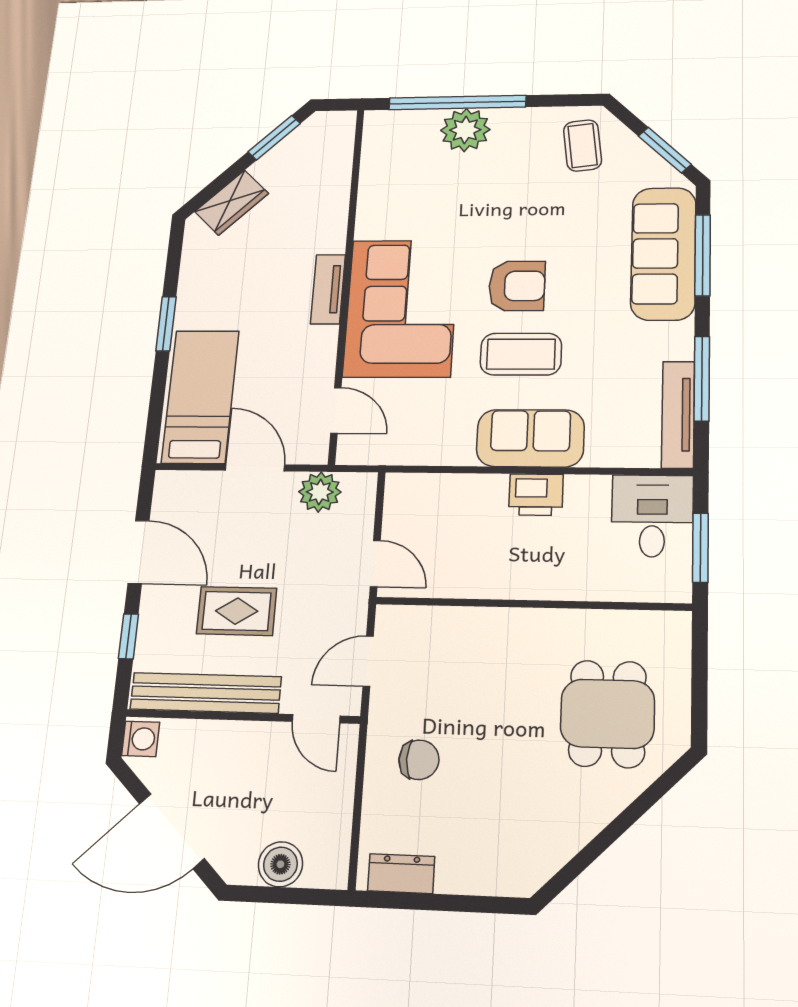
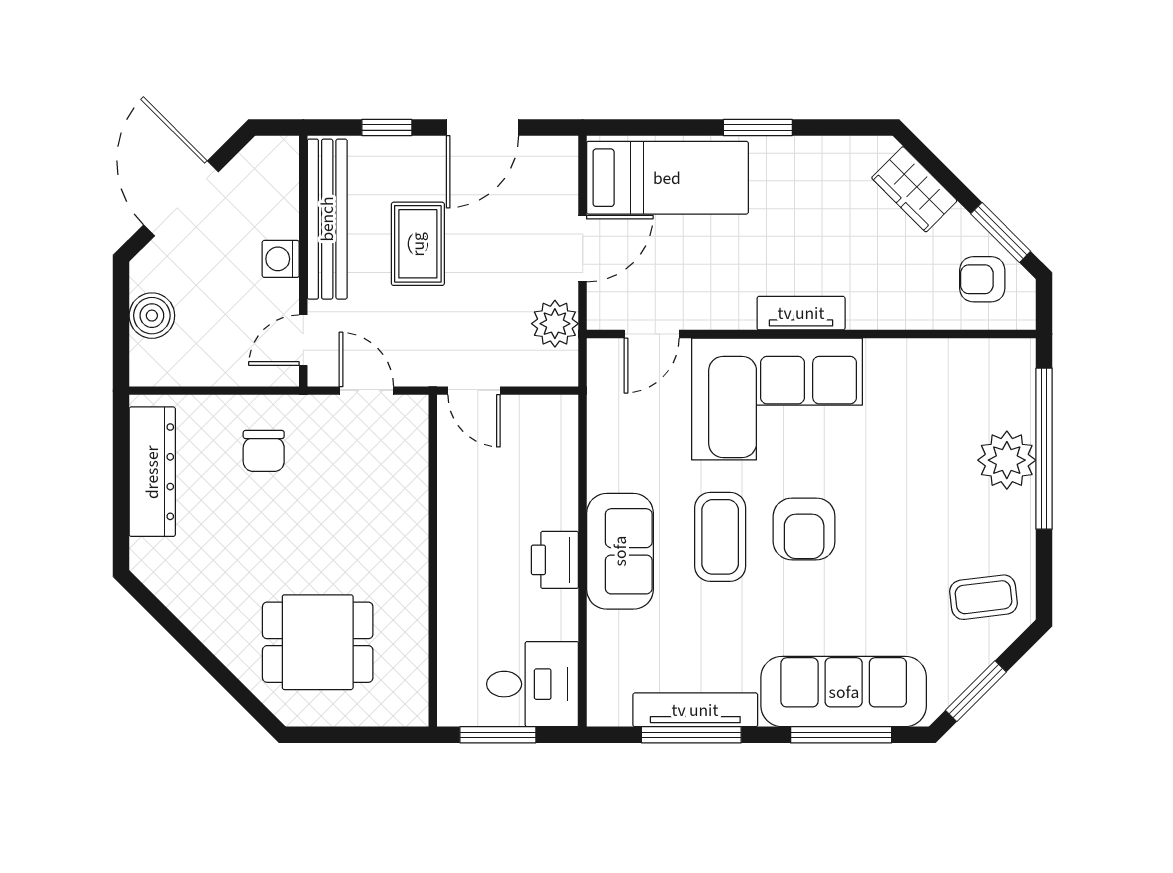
armchair: (312, 151) -> (982, 279), added
tv unit: (678, 414) -> (695, 710), moved
door: (375, 564) -> (474, 391), hinge flipped
washing machine: (141, 739) -> (281, 259), moved, turned 90
dresser: (401, 874) -> (152, 472), width x1.96, depth x1.24

